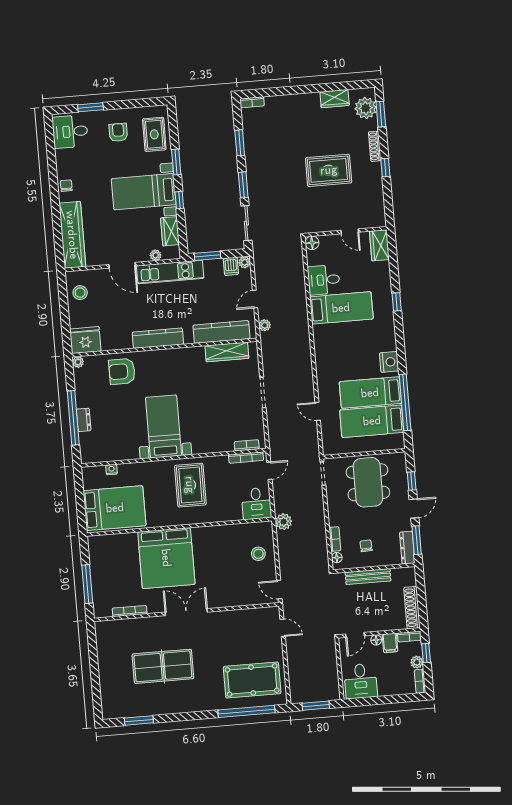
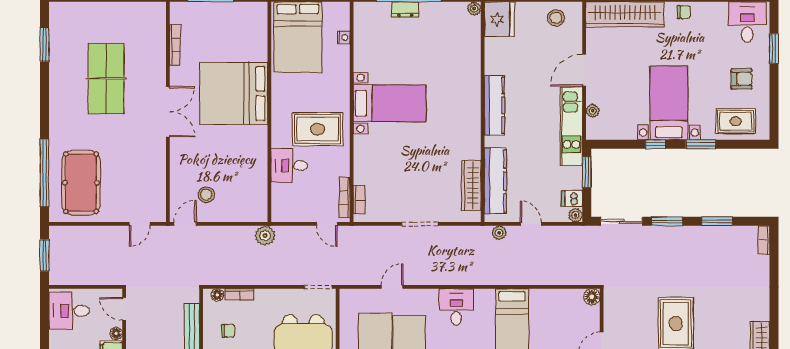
wardrobe: (170, 231) -> (619, 130), removed
desk: (324, 280) -> (456, 307), moved
armchair: (122, 371) -> (459, 59), removed
desk: (256, 503) -> (289, 166), moved
stool: (258, 554) -> (206, 195), moved

